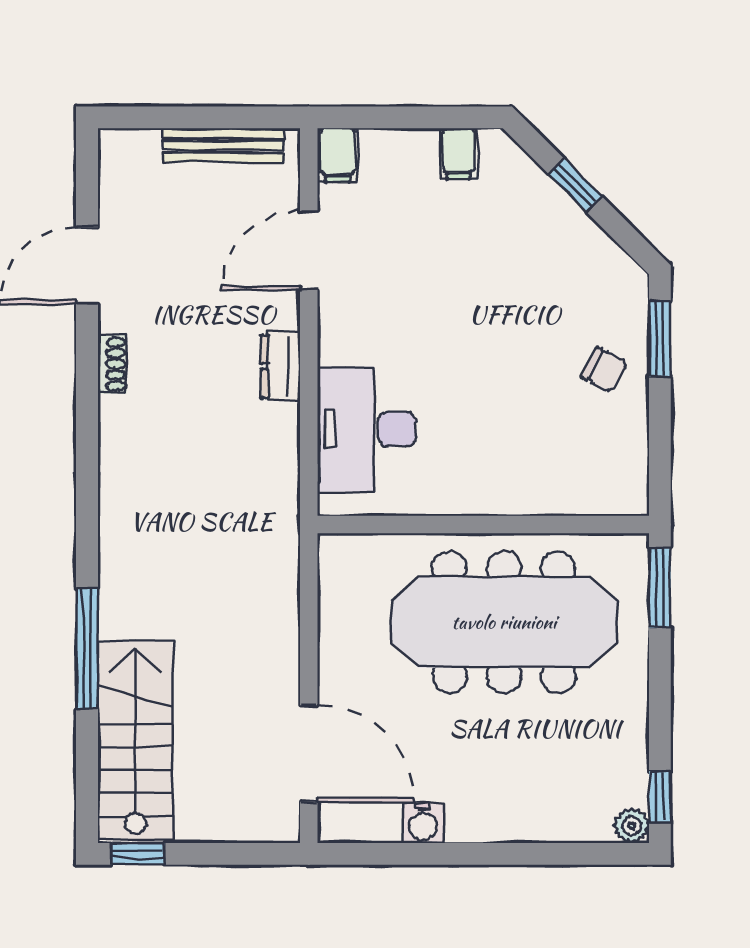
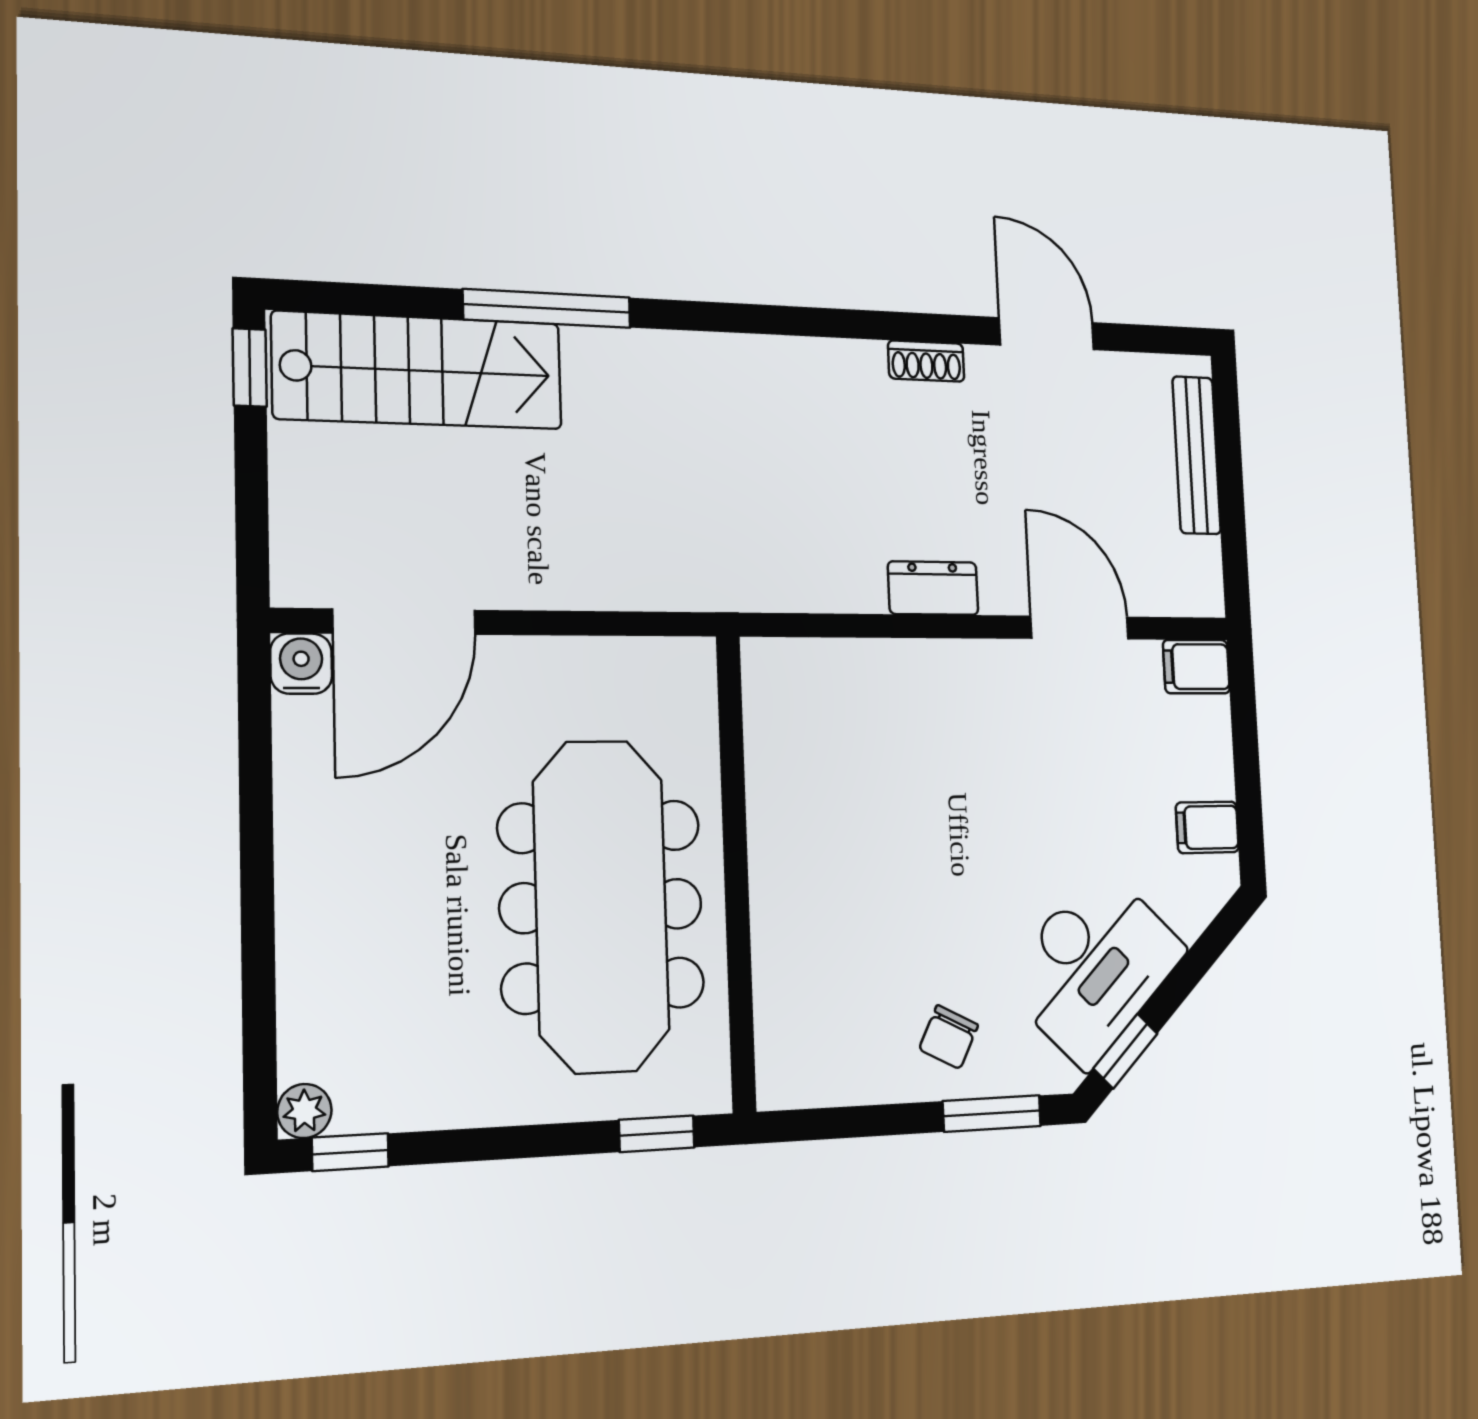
bench: (223, 145) -> (1197, 455), moved
window: (576, 186) -> (1125, 1051), moved
desk: (367, 429) -> (1094, 966), moved, turned 135
window: (660, 588) -> (657, 1134), width x0.67
water cooler: (423, 823) -> (301, 664), moved, turned 90

